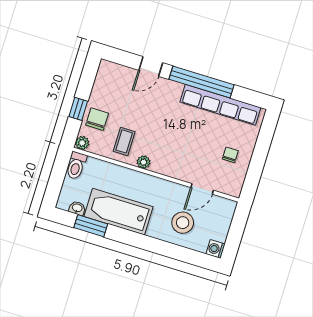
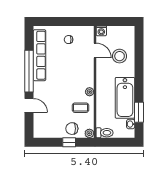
washing machine: (215, 249) -> (101, 31), moved

